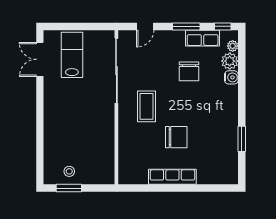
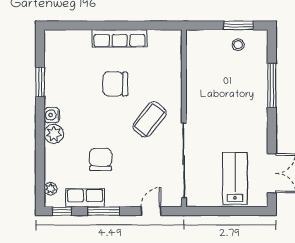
lab bench: (72, 55) -> (235, 178), turned 180
plant: (230, 61) -> (54, 134), moved
water cooler: (231, 77) -> (52, 115), moved
coffee table: (146, 106) -> (149, 119), turned 39
window: (40, 136) -> (272, 85), added

